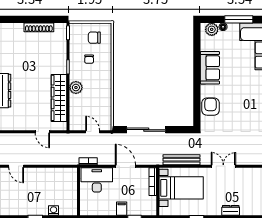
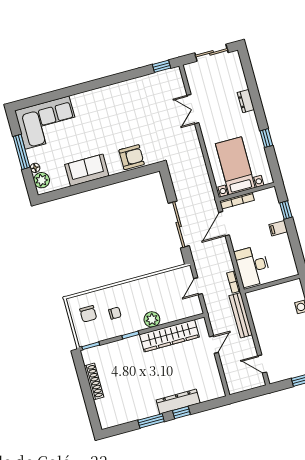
armchair: (211, 107) -> (132, 157), turned 180
bench: (182, 160) -> (241, 315), moved
door: (16, 166) -> (262, 364), swing flipped
door: (125, 166) -> (224, 224), moved
double door: (223, 166) -> (193, 109), moved

